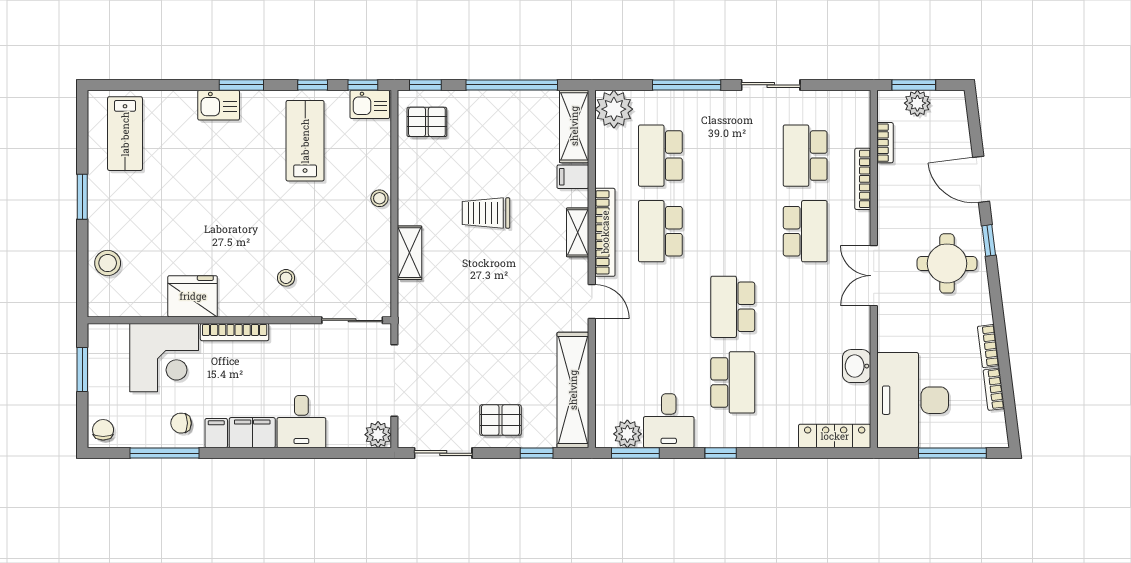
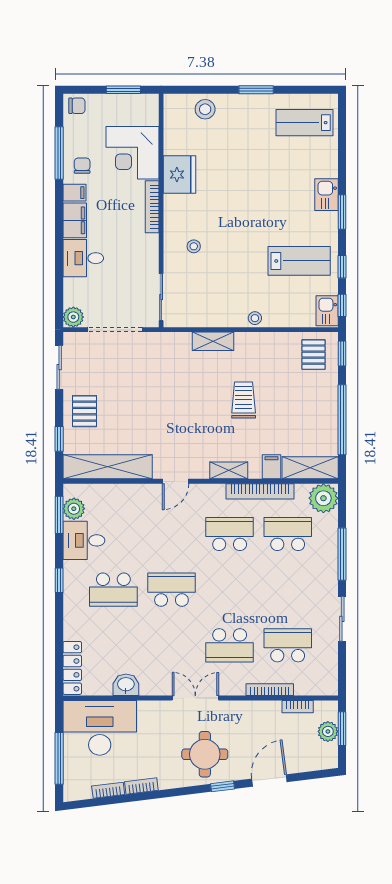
bookcase: (605, 232) -> (260, 491), moved

